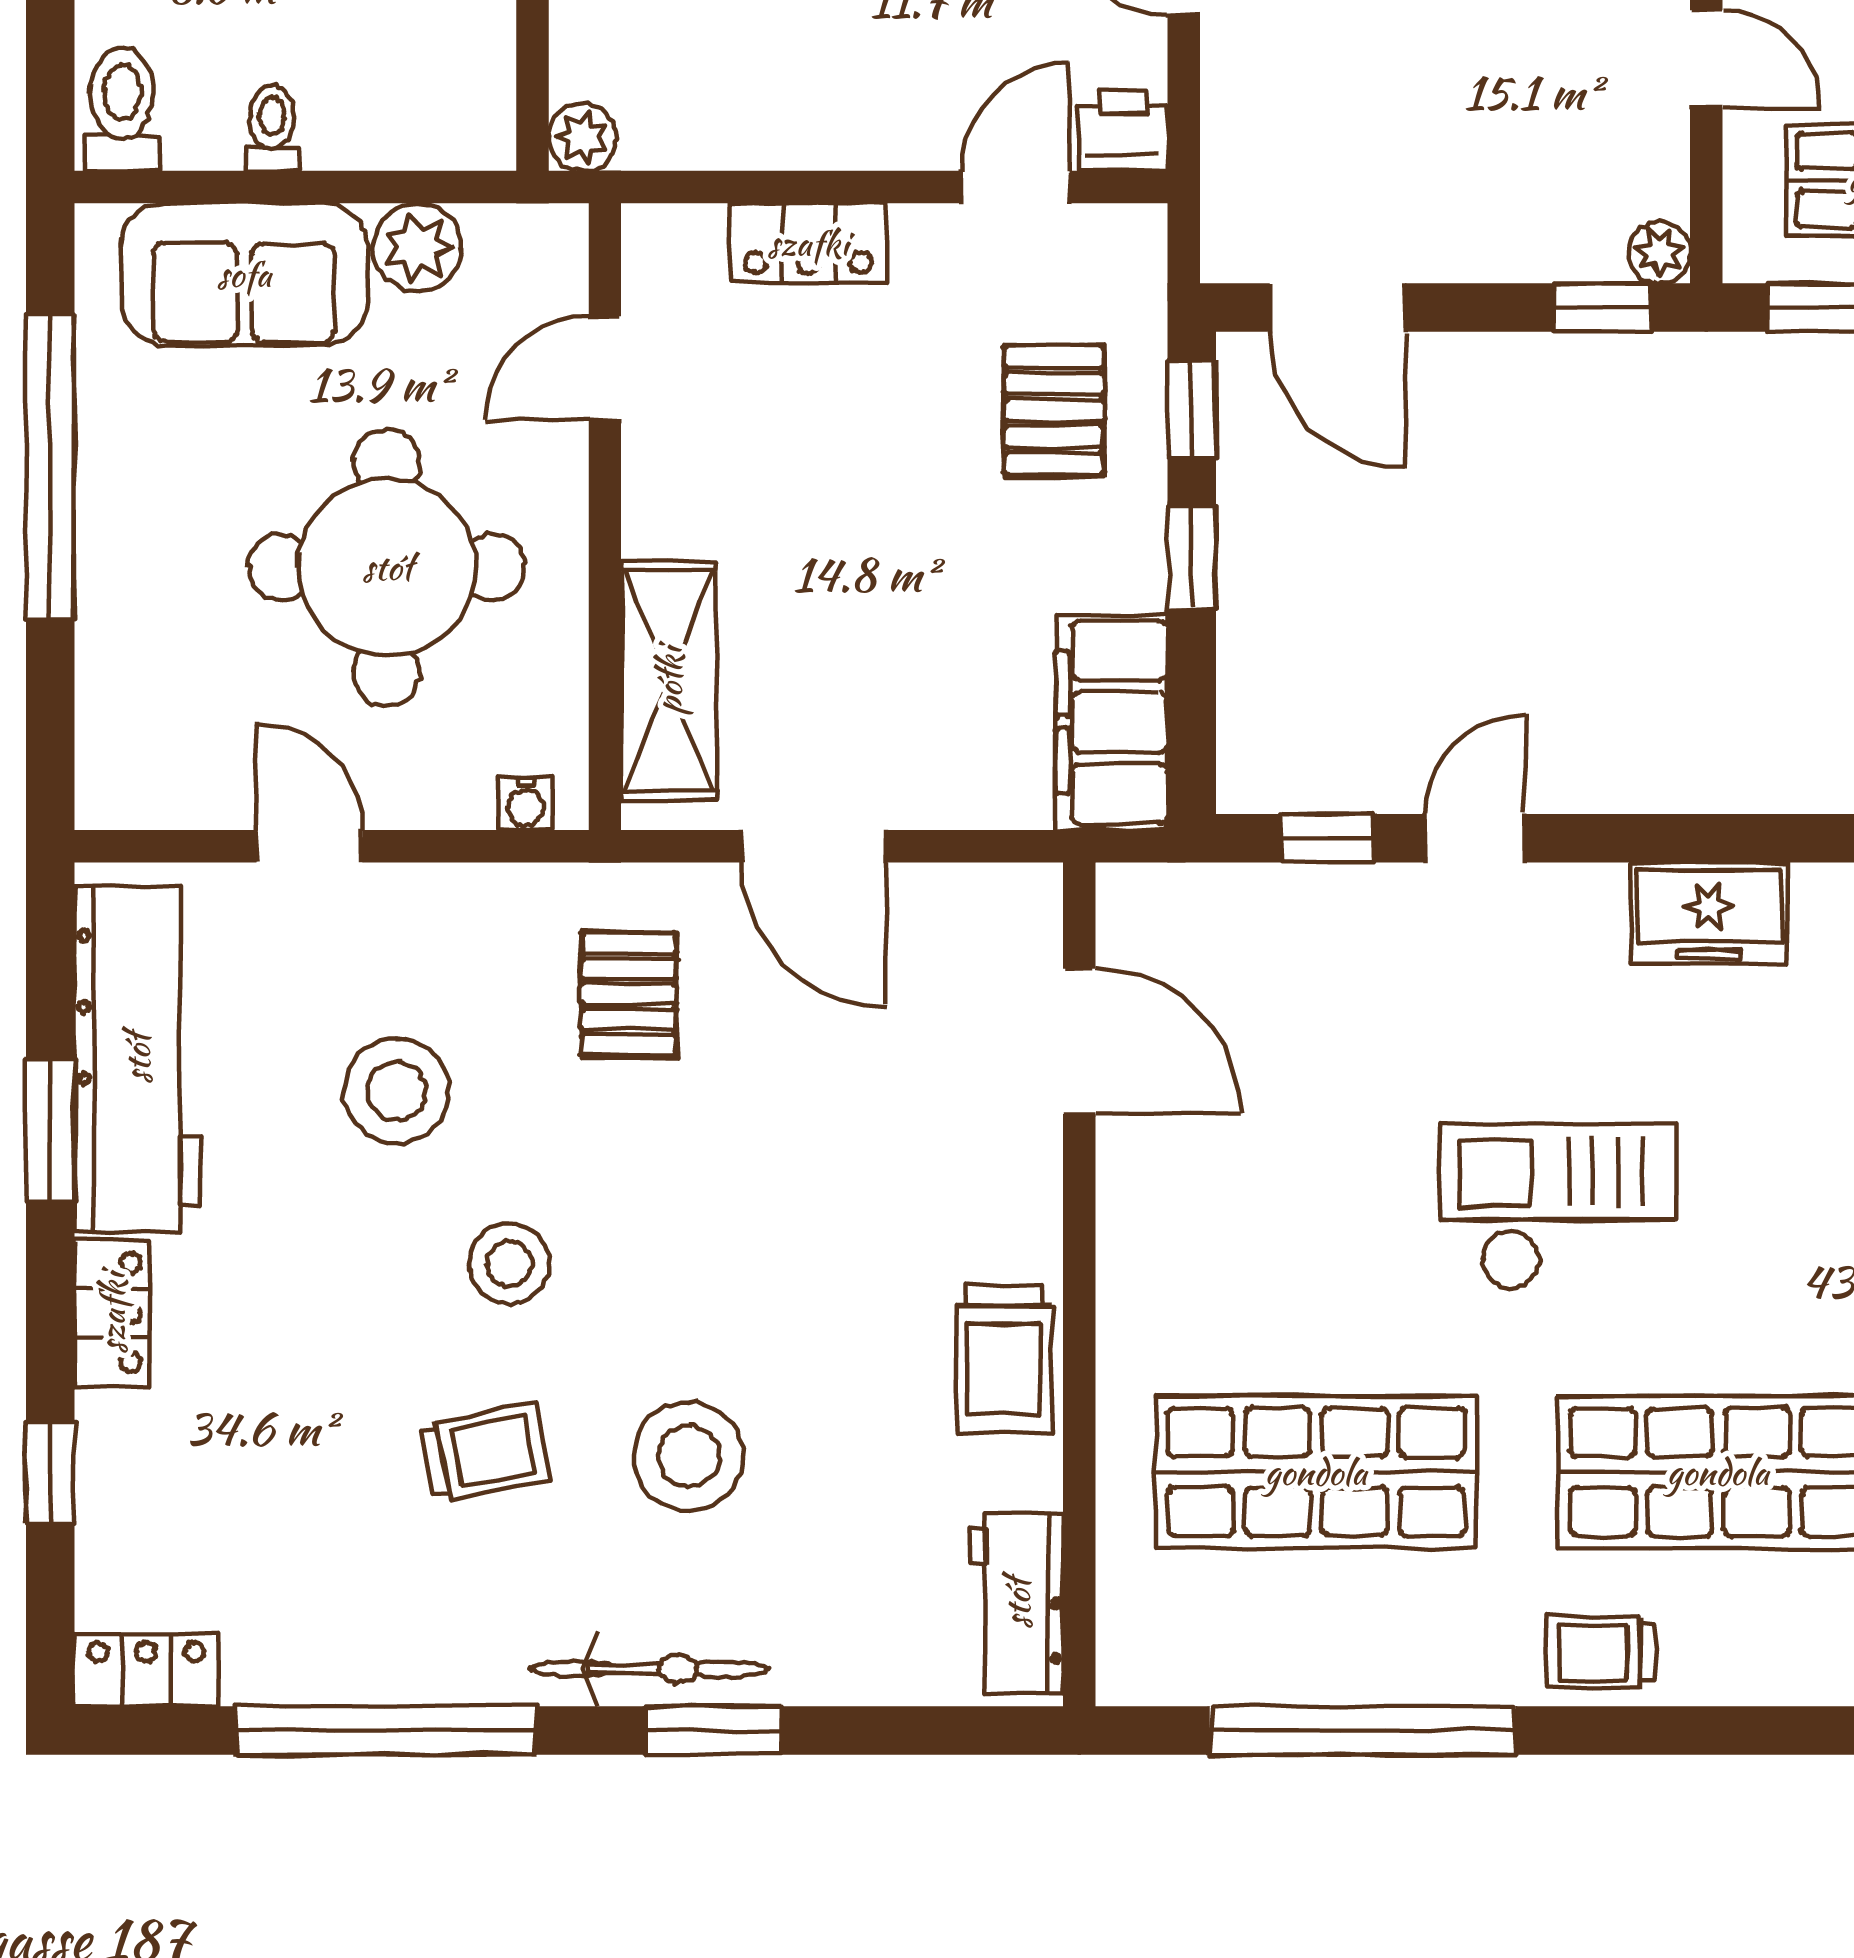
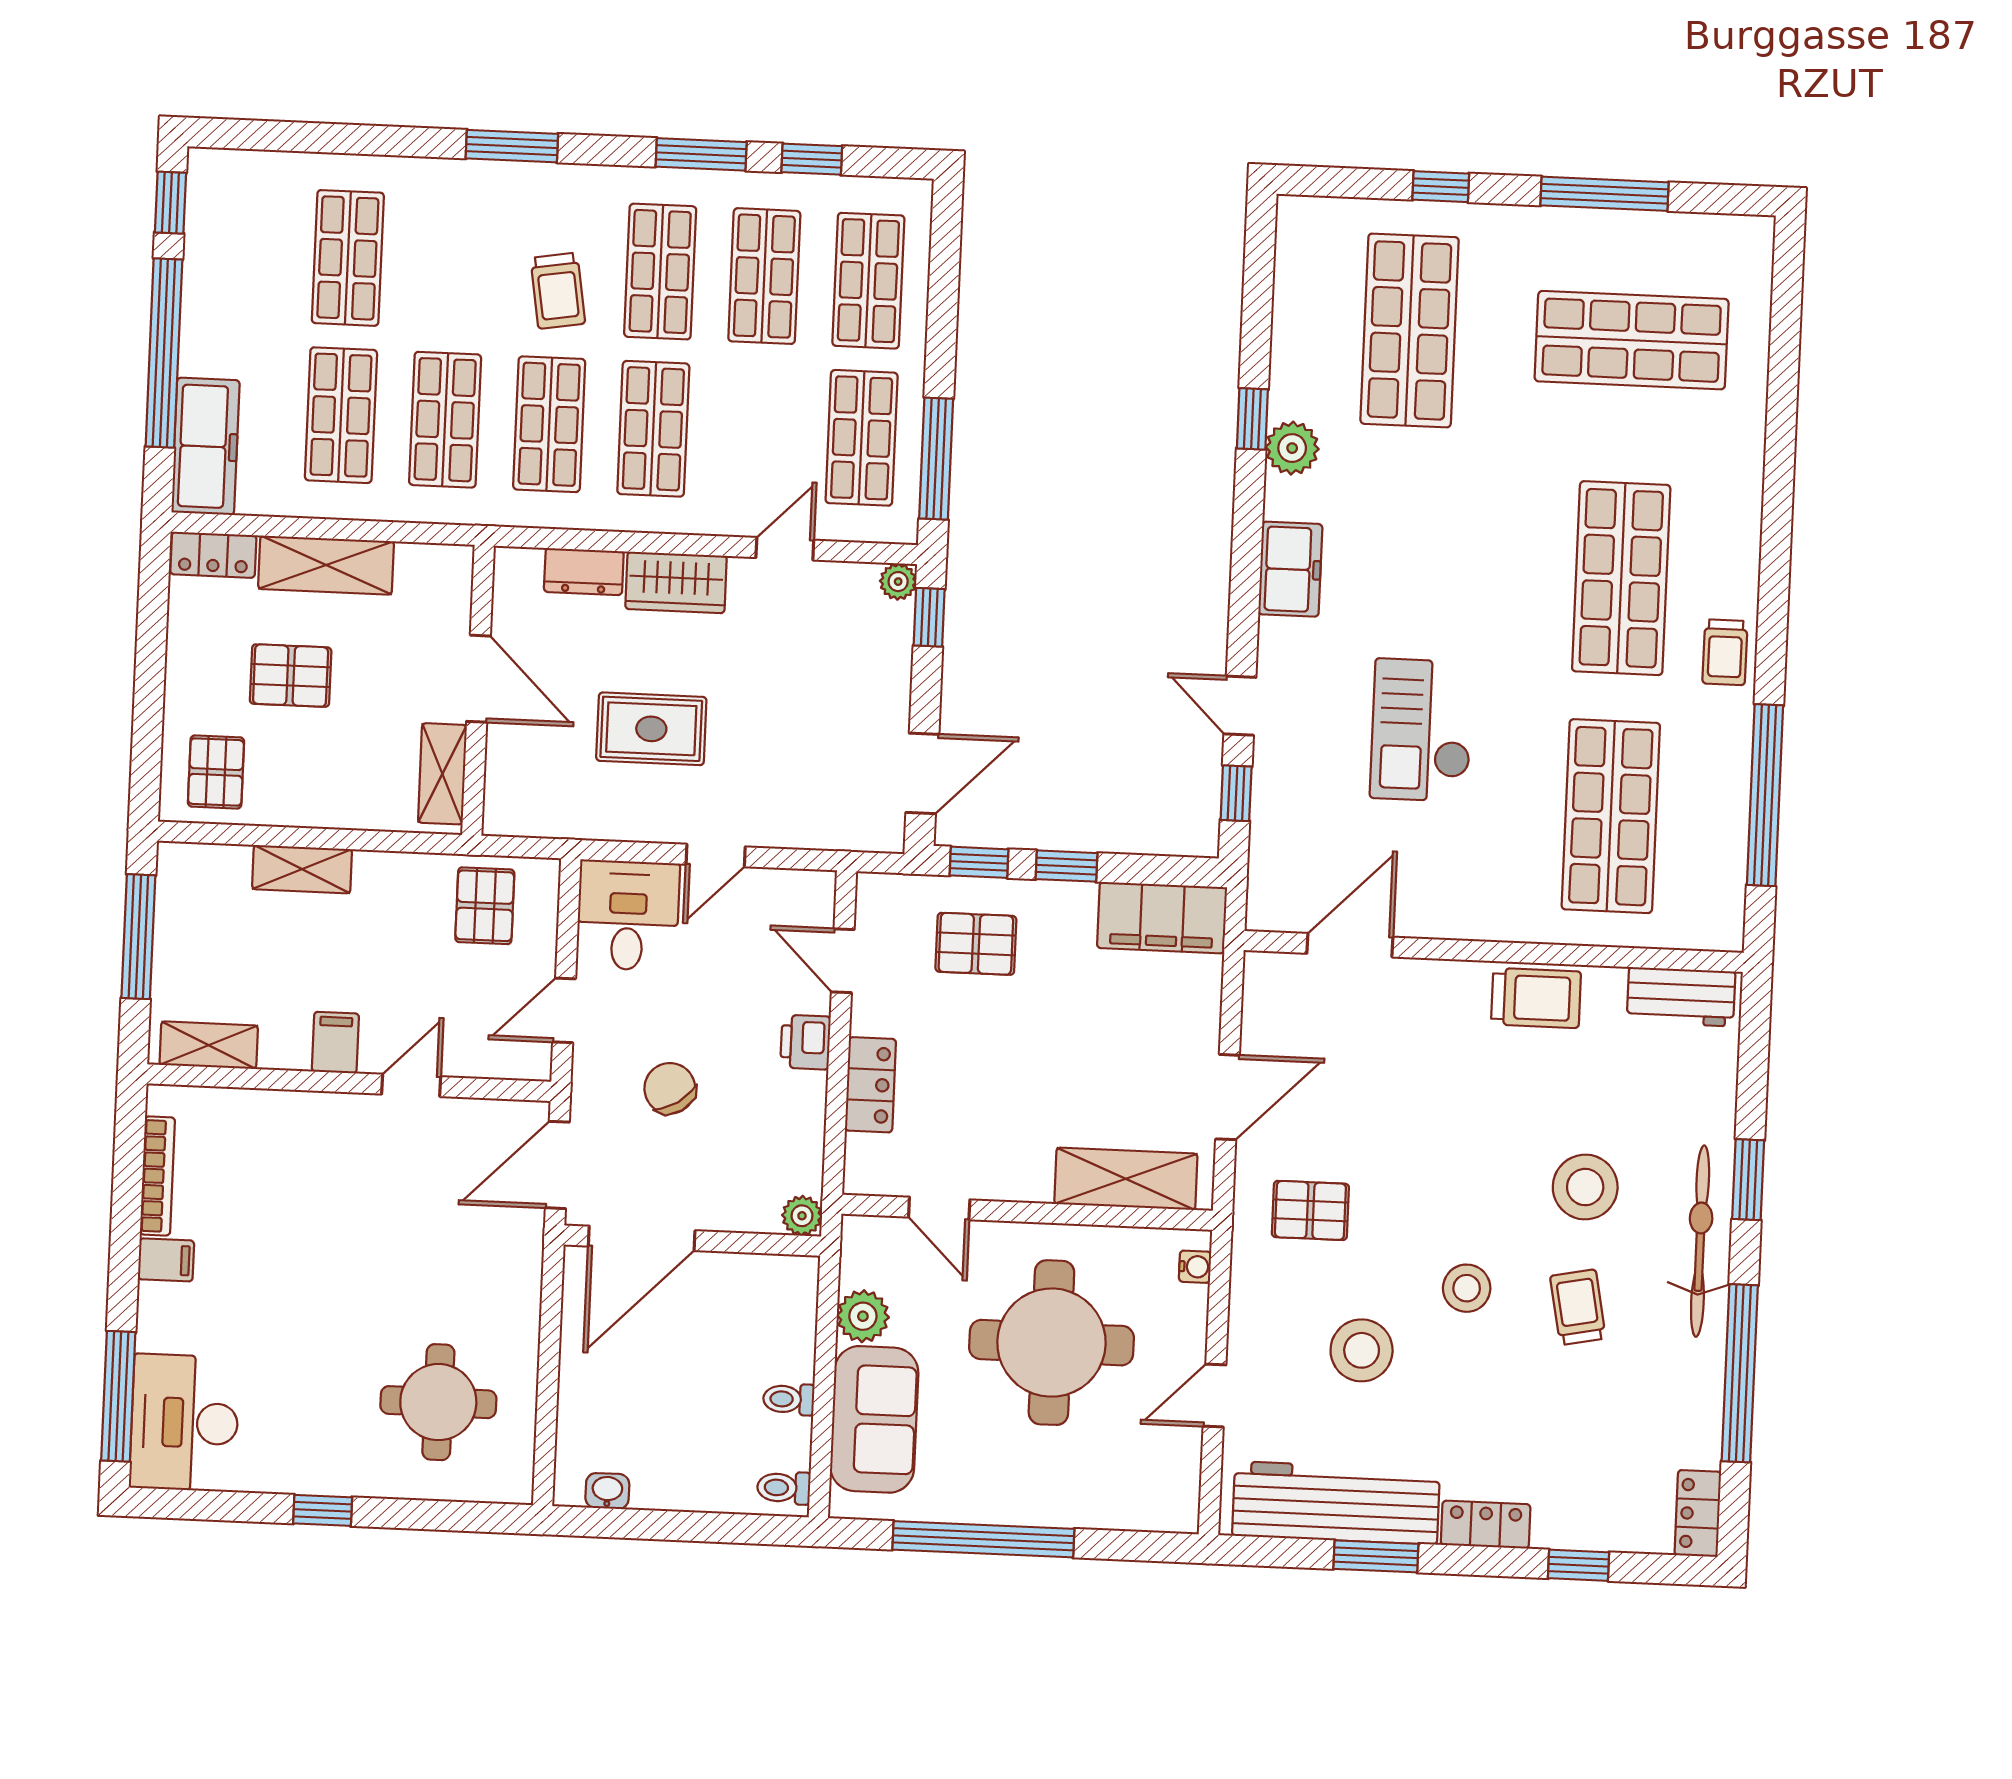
toilet: (122, 109) -> (784, 1488), width x0.73, depth x0.72
printer: (1123, 130) -> (805, 1042), moved
checkout: (1558, 1207) -> (1422, 730), moved
bicycle: (649, 1669) -> (1700, 1241), width x1.37, depth x1.40

